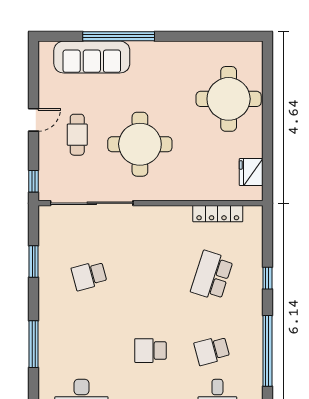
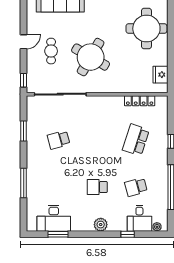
round table: (140, 144) -> (91, 57), turned 30

